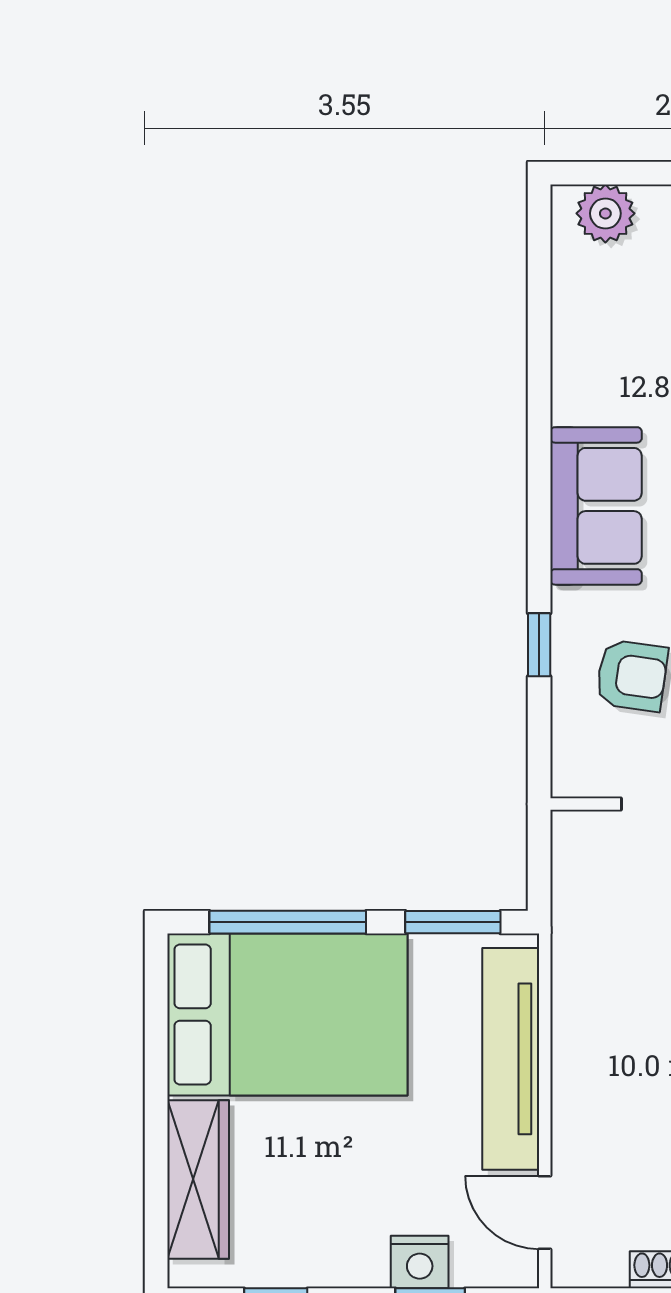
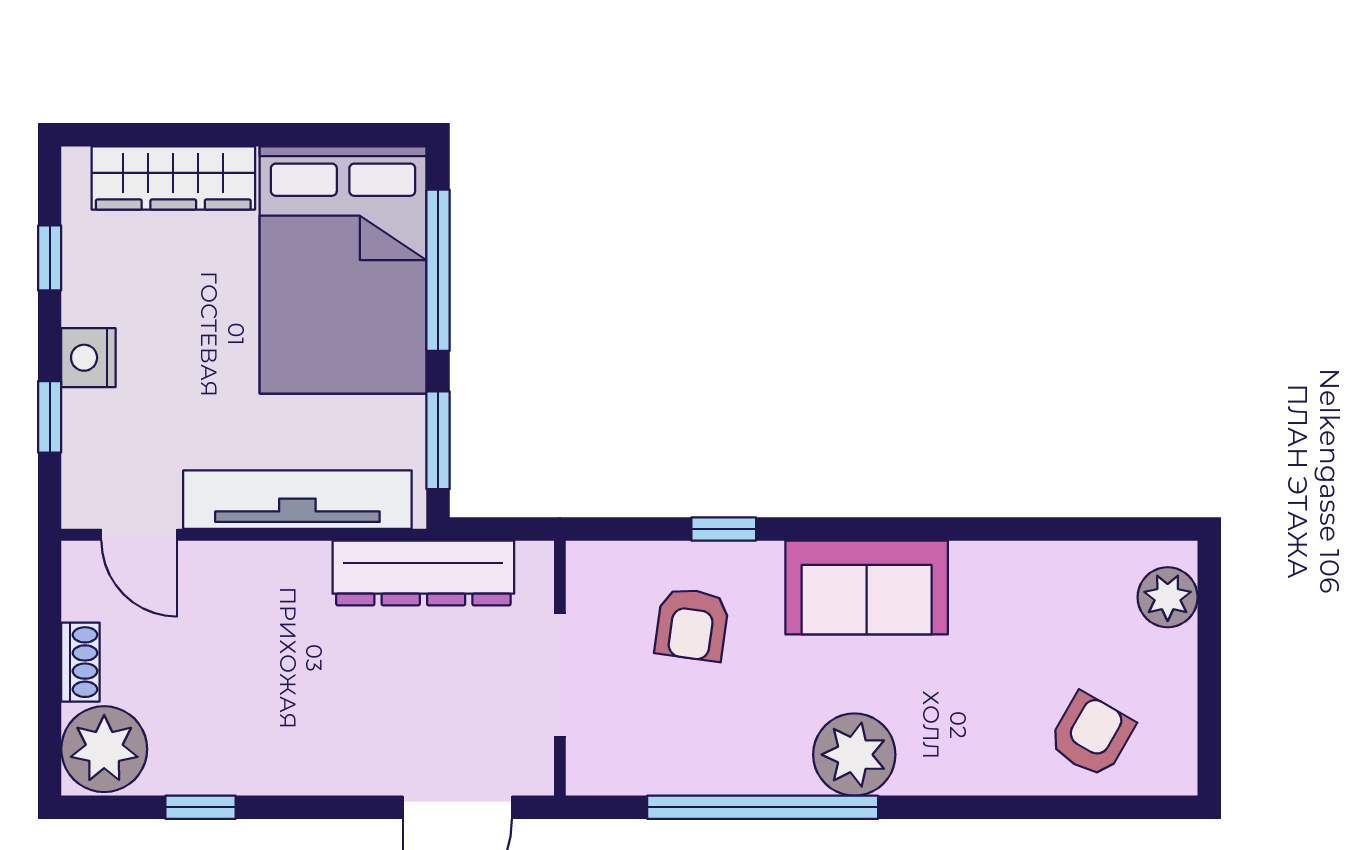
dresser: (582, 936) -> (423, 573), added
door: (545, 1212) -> (139, 535), swing flipped
nightstand: (420, 1262) -> (88, 358), moved

